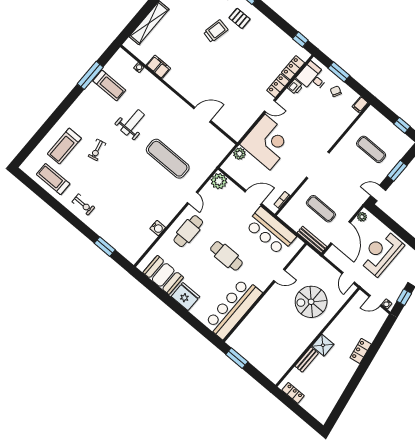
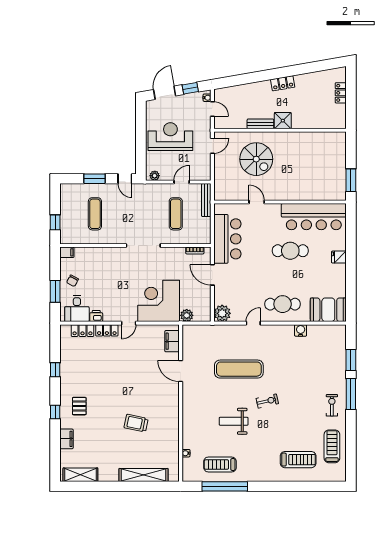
trolley: (216, 31) -> (136, 423), moved
window: (300, 39) -> (55, 370), moved
filing cabinet: (158, 67) -> (172, 341), moved
window: (90, 75) -> (225, 486), width x1.46
treadmill: (109, 86) -> (220, 465), turned -90
door: (270, 106) -> (129, 323), swing flipped
window: (402, 125) -> (55, 222), moved
exercise bike: (97, 150) -> (267, 401), moved
exercise mat: (168, 159) -> (239, 369), turned 90
treadmill: (53, 179) -> (332, 446), turned 180
window: (80, 225) -> (351, 394), added
door: (341, 233) -> (182, 182), width x0.53
reception desk: (381, 253) -> (170, 137), turned 180
cafe table: (226, 256) -> (290, 251), moved, turned 90
booth: (163, 275) -> (328, 310), moved, turned 90
fridge: (185, 297) -> (339, 257), width x0.53, depth x0.75
locker: (361, 351) -> (283, 83), moved
bench: (307, 360) -> (260, 124), moved
locker: (293, 393) -> (341, 93), moved

